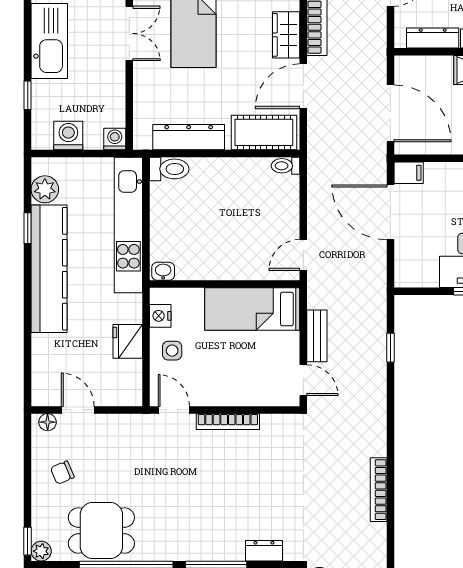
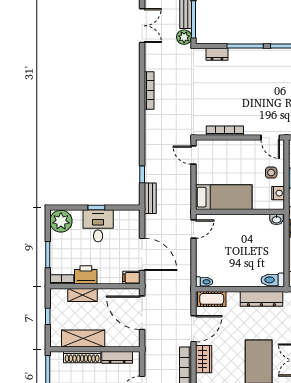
cot: (264, 132) -> (212, 299), width x0.73, depth x0.75
bench: (317, 336) -> (150, 198), moved
bookcase: (228, 422) -> (225, 131), moved

